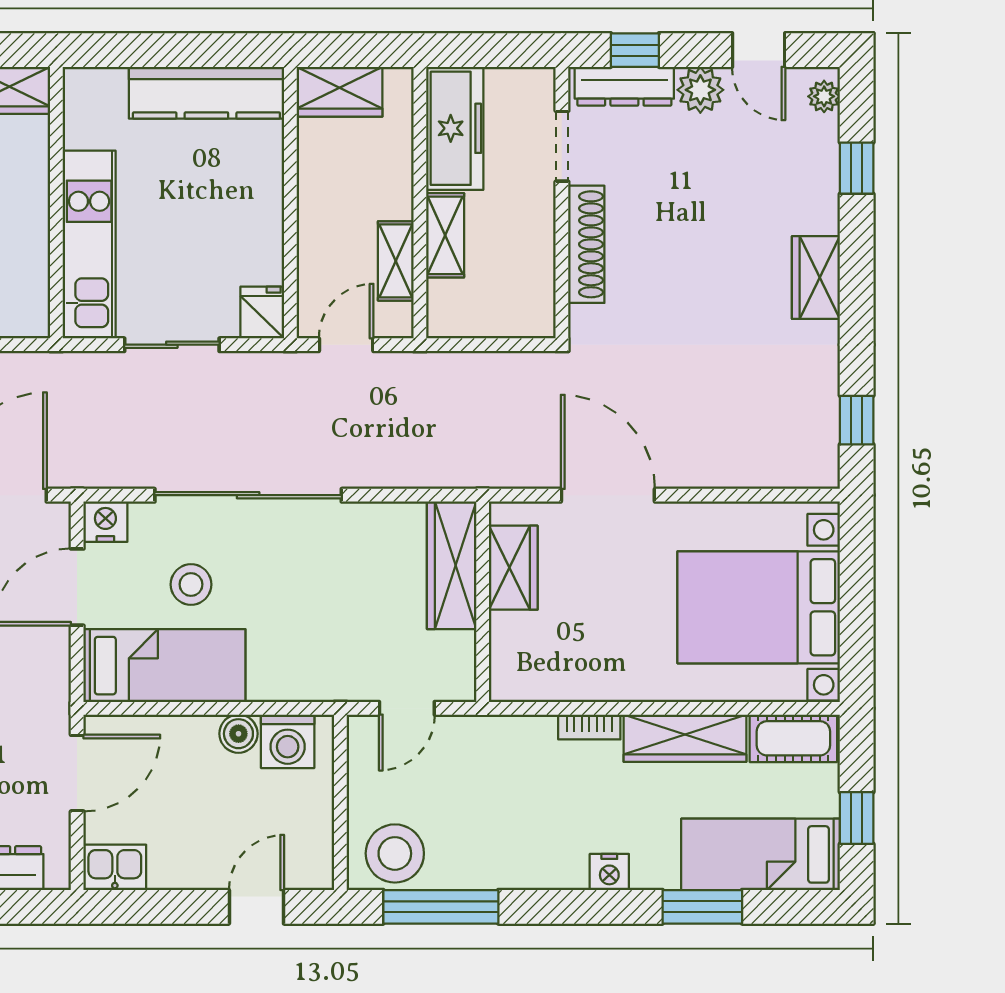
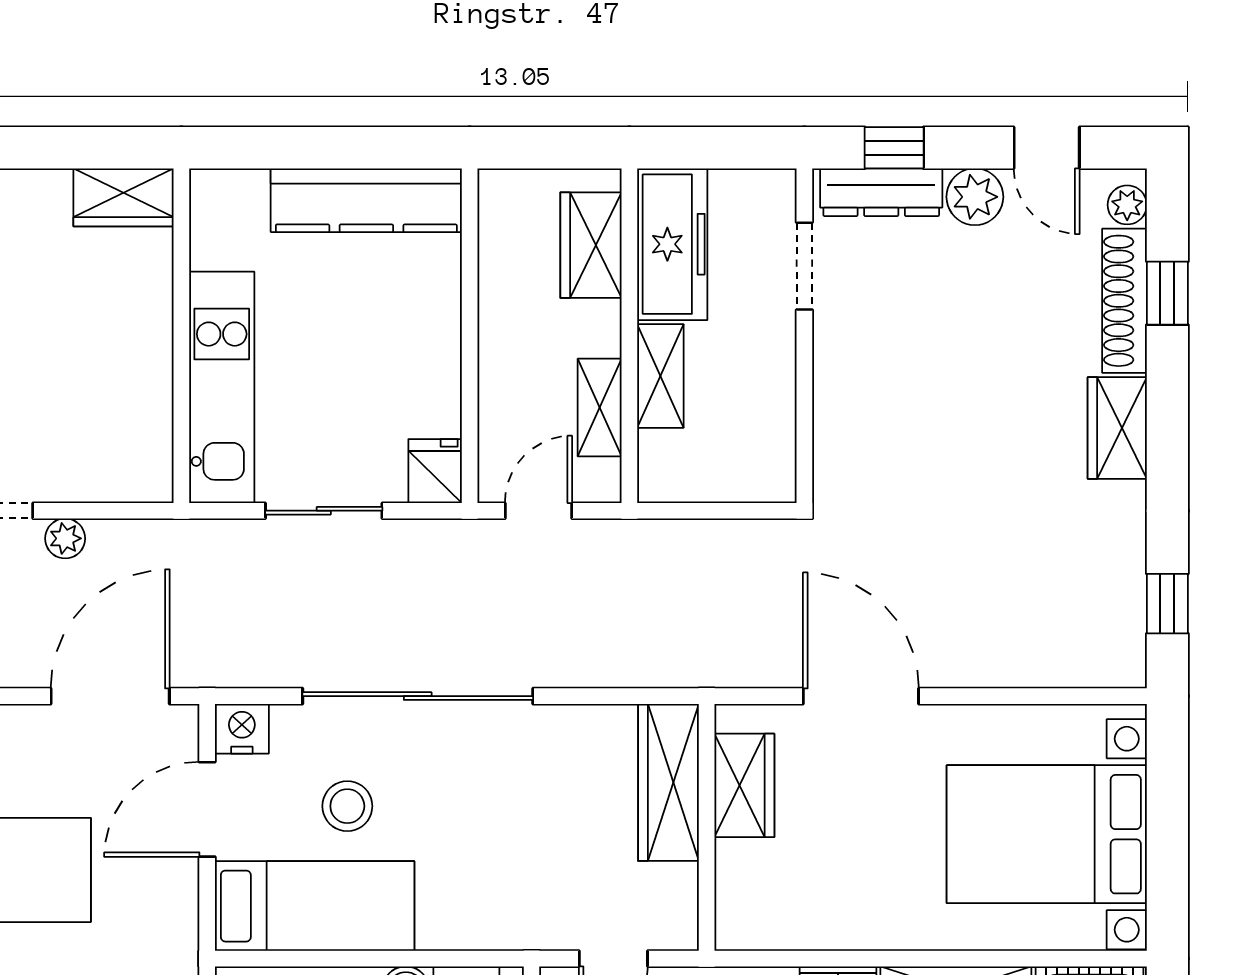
wardrobe: (339, 92) -> (591, 245), moved, turned 90
shoe rack: (586, 244) -> (1124, 301), moved, turned 180

